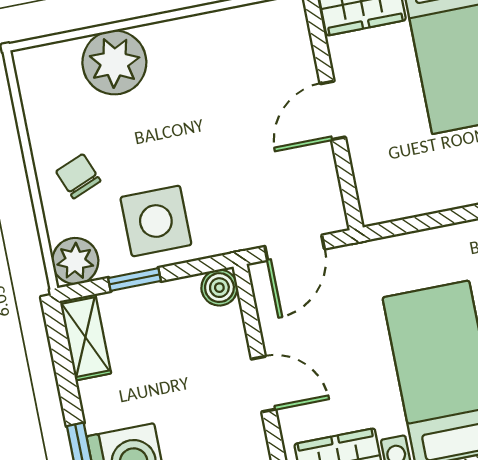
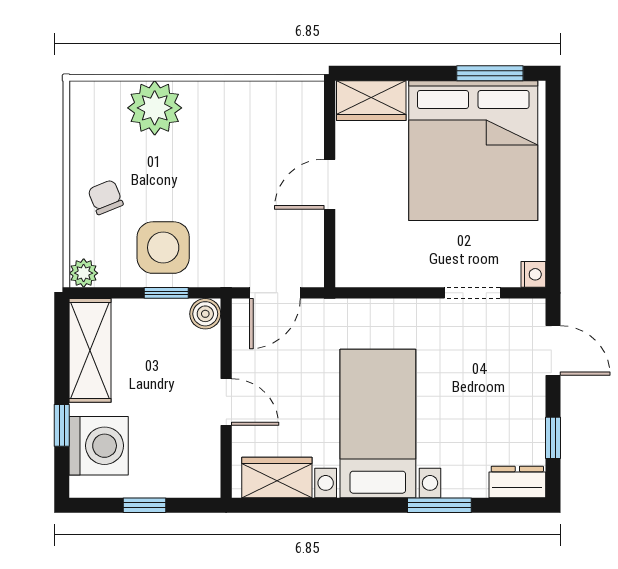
plant: (75, 261) -> (84, 273), width x0.73, depth x0.73
window: (135, 279) -> (166, 293), moved
shelving: (85, 337) -> (90, 350), width x1.50, depth x1.33

